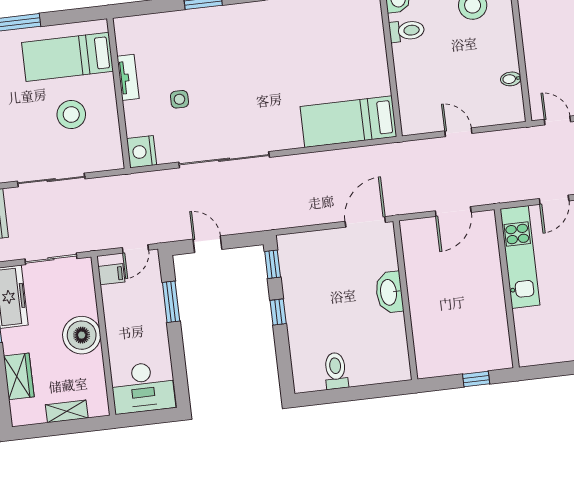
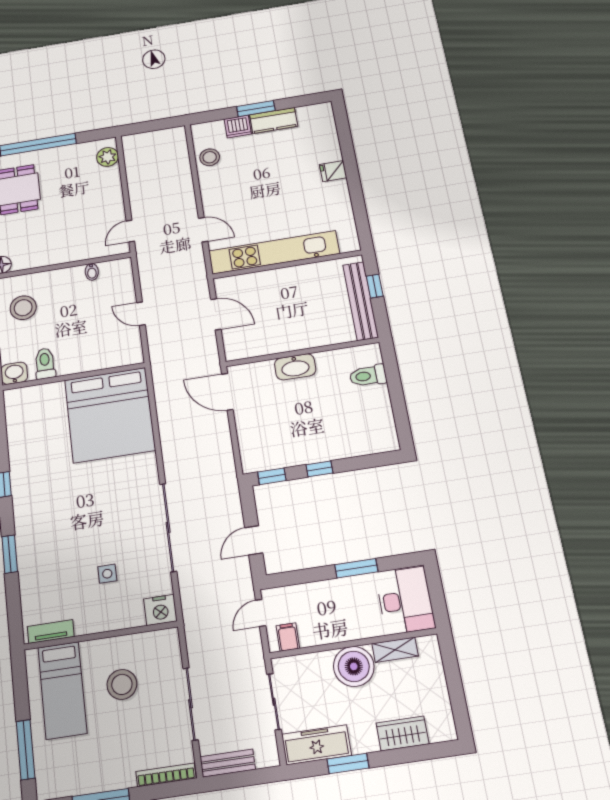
tv unit: (128, 77) -> (51, 632), moved
bed: (348, 122) -> (110, 415), width x2.04
door: (458, 132) -> (141, 314), hinge flipped
door: (135, 249) -> (261, 613), swing flipped
kitchen unit: (520, 257) -> (274, 252), width x1.36
window: (171, 302) -> (356, 568), moved
bench: (460, 363) -> (361, 301), added
toilet: (336, 371) -> (368, 376), moved
shelving: (67, 411) -> (395, 650), moved, turned 90

